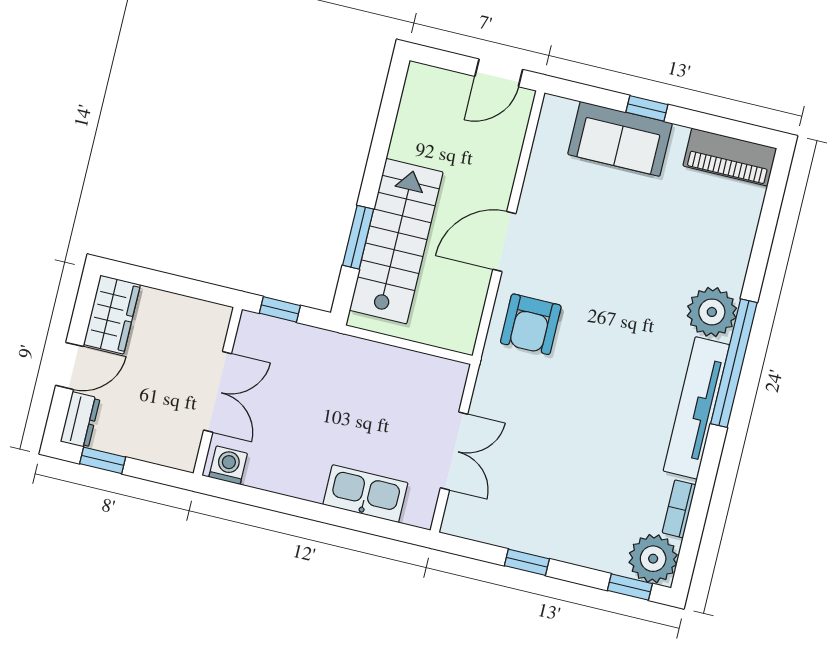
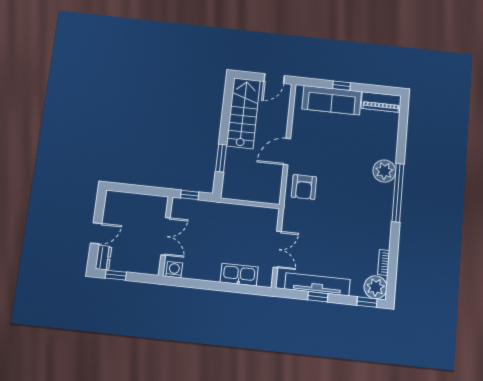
sofa: (620, 139) -> (332, 100), width x1.36
stairs: (396, 241) -> (243, 113), moved
wardrobe: (112, 315) -> (113, 207), removed
tv unit: (696, 408) -> (317, 284), moved, turned 90

